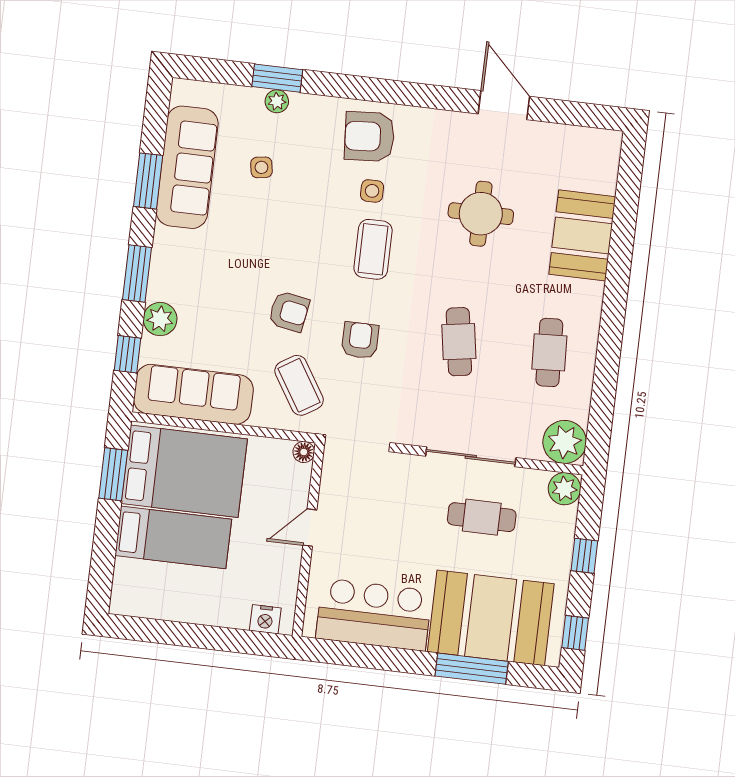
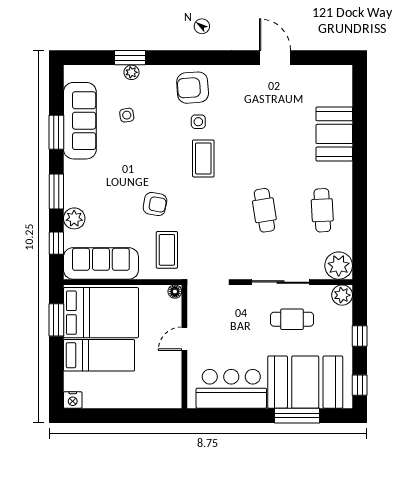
round table: (481, 214) -> (269, 128), removed
armchair: (360, 340) -> (202, 217), removed
coffee table: (299, 385) -> (167, 250), turned 32
nightstand: (265, 619) -> (73, 400), moved

